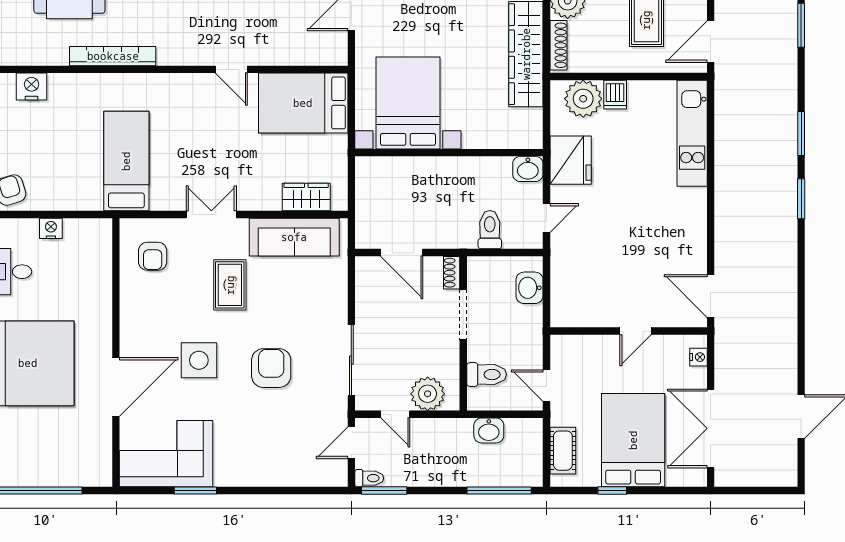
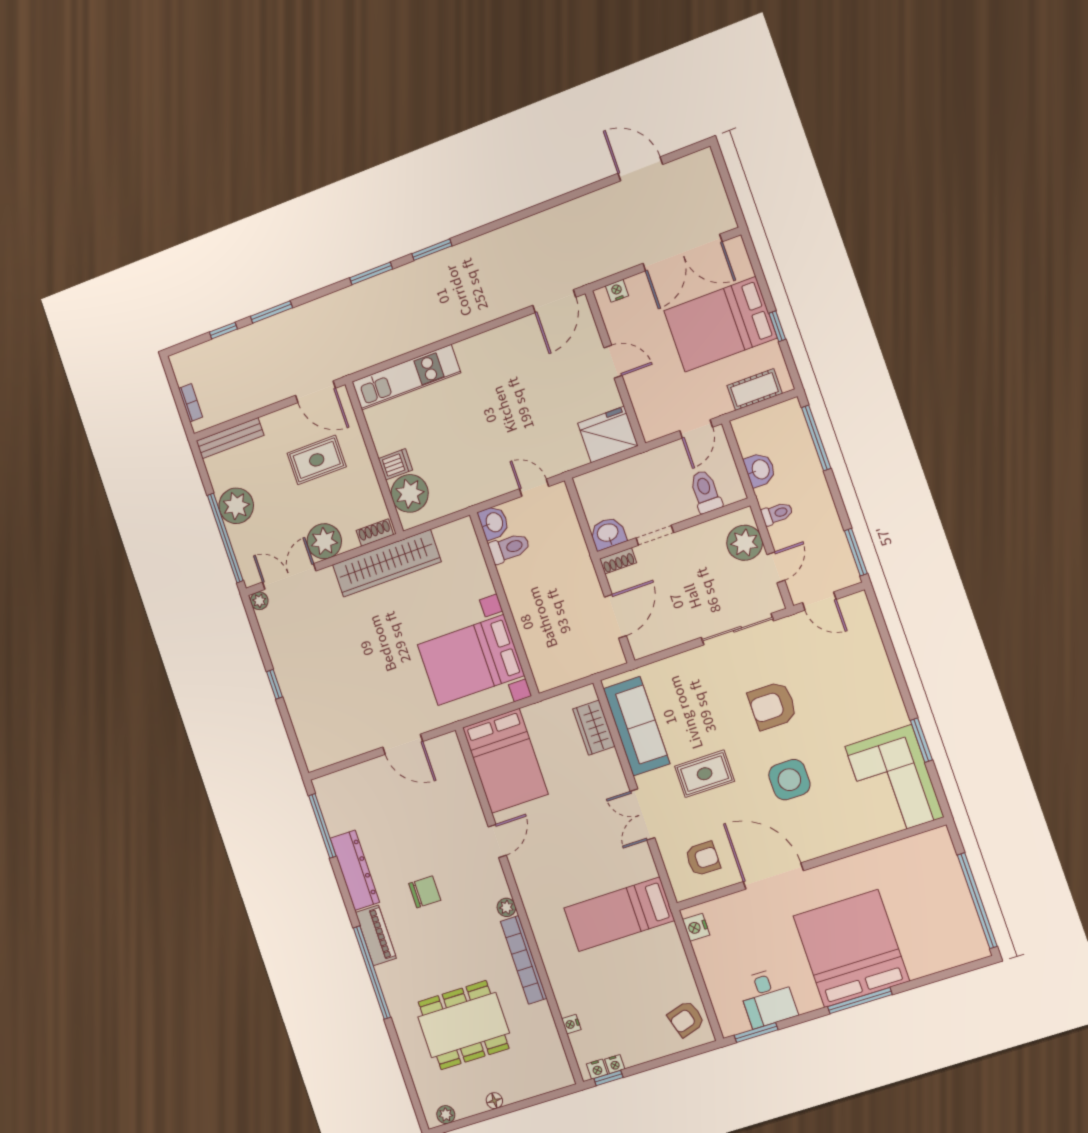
shoe rack: (559, 45) -> (375, 533), width x0.70
plant: (167, 57) -> (506, 907), added
nightstand: (32, 86) -> (571, 1024), width x0.53, depth x0.56
fridge: (571, 160) -> (608, 435), moved
nightstand: (51, 228) -> (696, 927), moved
toilet: (490, 230) -> (509, 548), moved, turned 180
washbasin: (530, 288) -> (608, 533), moved, turned 180
doorway: (463, 314) -> (655, 535), width x0.73
door: (116, 387) -> (773, 876), moved
toilet: (369, 478) -> (777, 514), moved, turned 90

